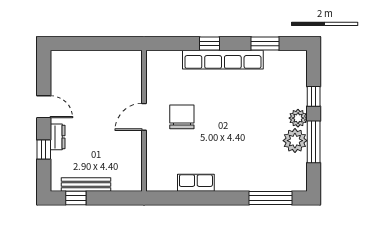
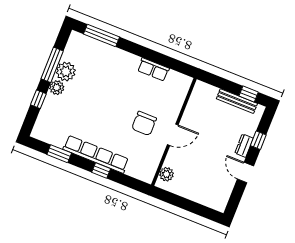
plant: (133, 69) -> (166, 174), added

